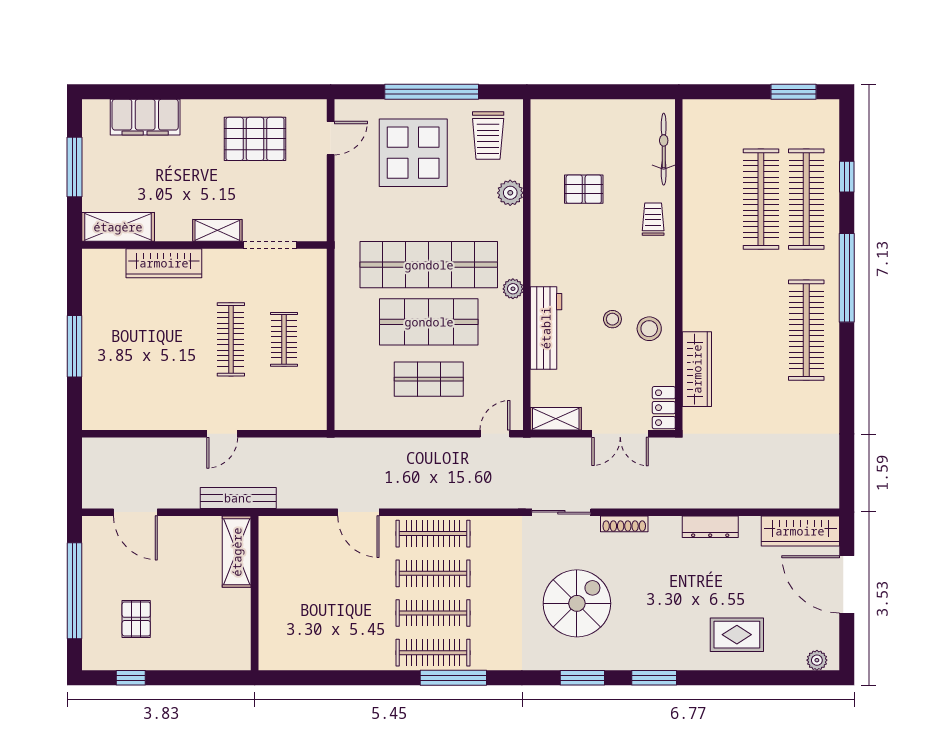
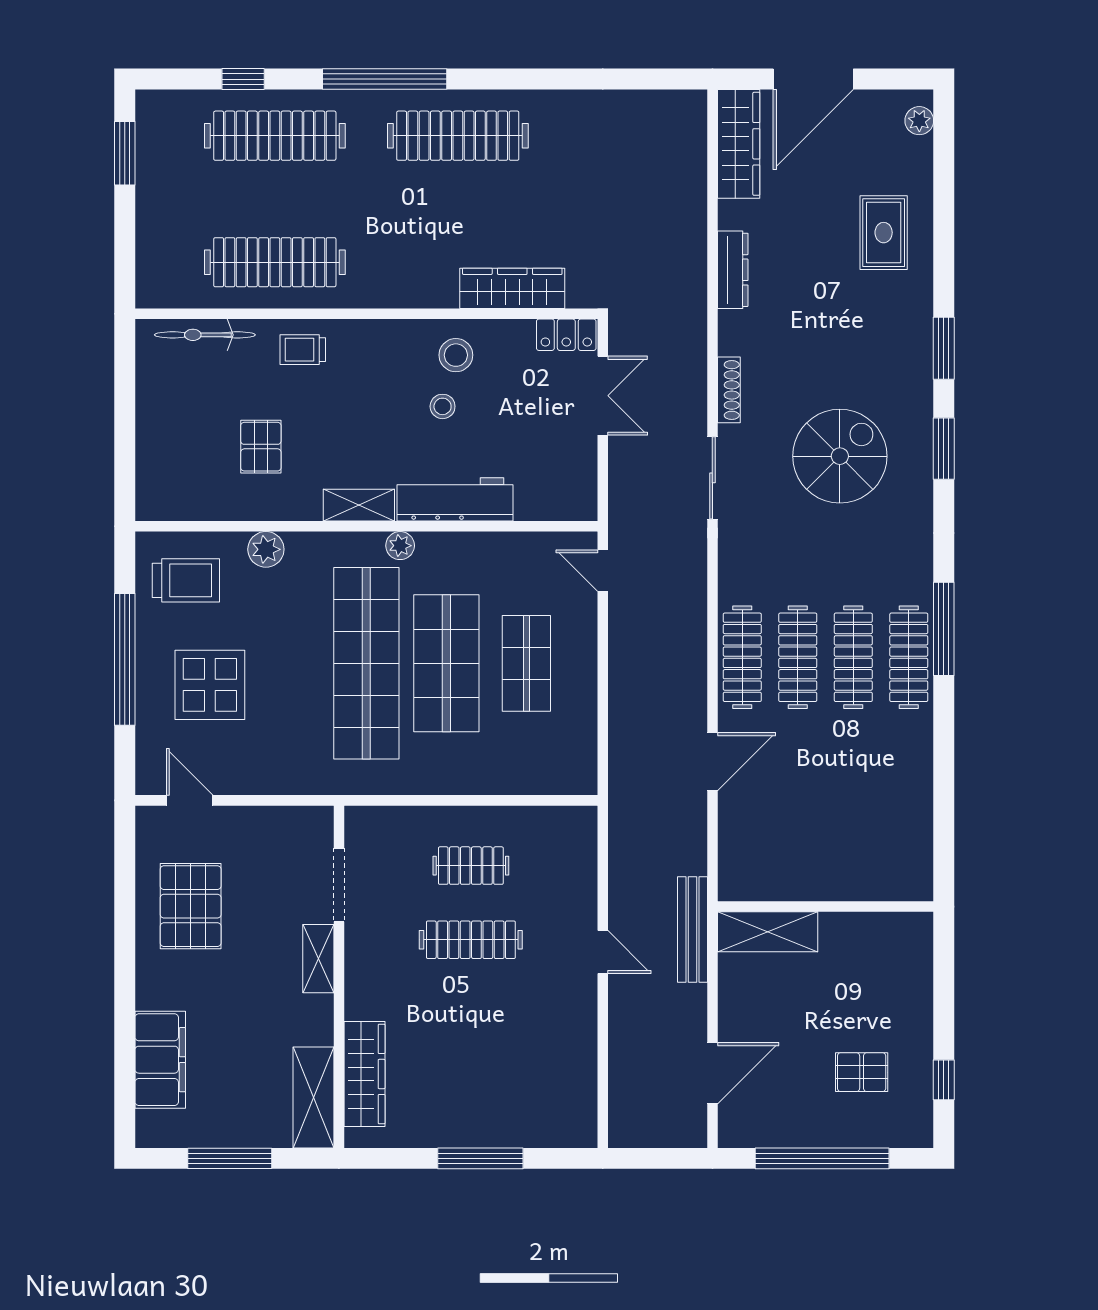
display table: (413, 153) -> (210, 685), width x0.73, depth x0.73
clothes rail: (761, 199) -> (275, 262), moved
wardrobe: (164, 263) -> (364, 1074), moved
shelving: (556, 419) -> (359, 505), moved, turned 90
spiral stairs: (577, 603) -> (840, 456), turned 90

